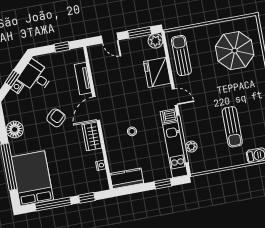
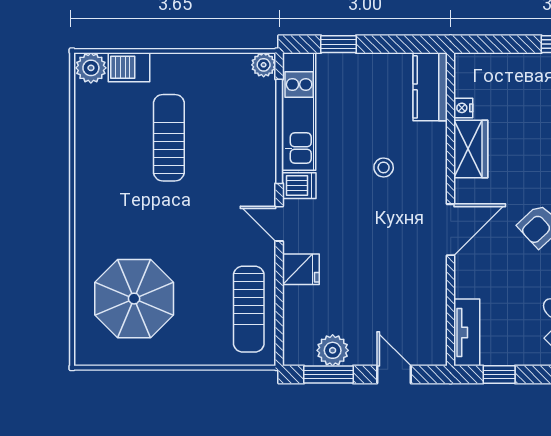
plant: (155, 41) -> (333, 350), moved
fridge: (157, 72) -> (301, 269), width x0.53, depth x0.75
tv unit: (83, 78) -> (467, 332), moved
wardrobe: (92, 136) -> (471, 149), moved
plant: (191, 147) -> (264, 65), moved
kitchen counter: (127, 178) -> (430, 87), moved, turned 90
window: (87, 198) -> (506, 44), removed

